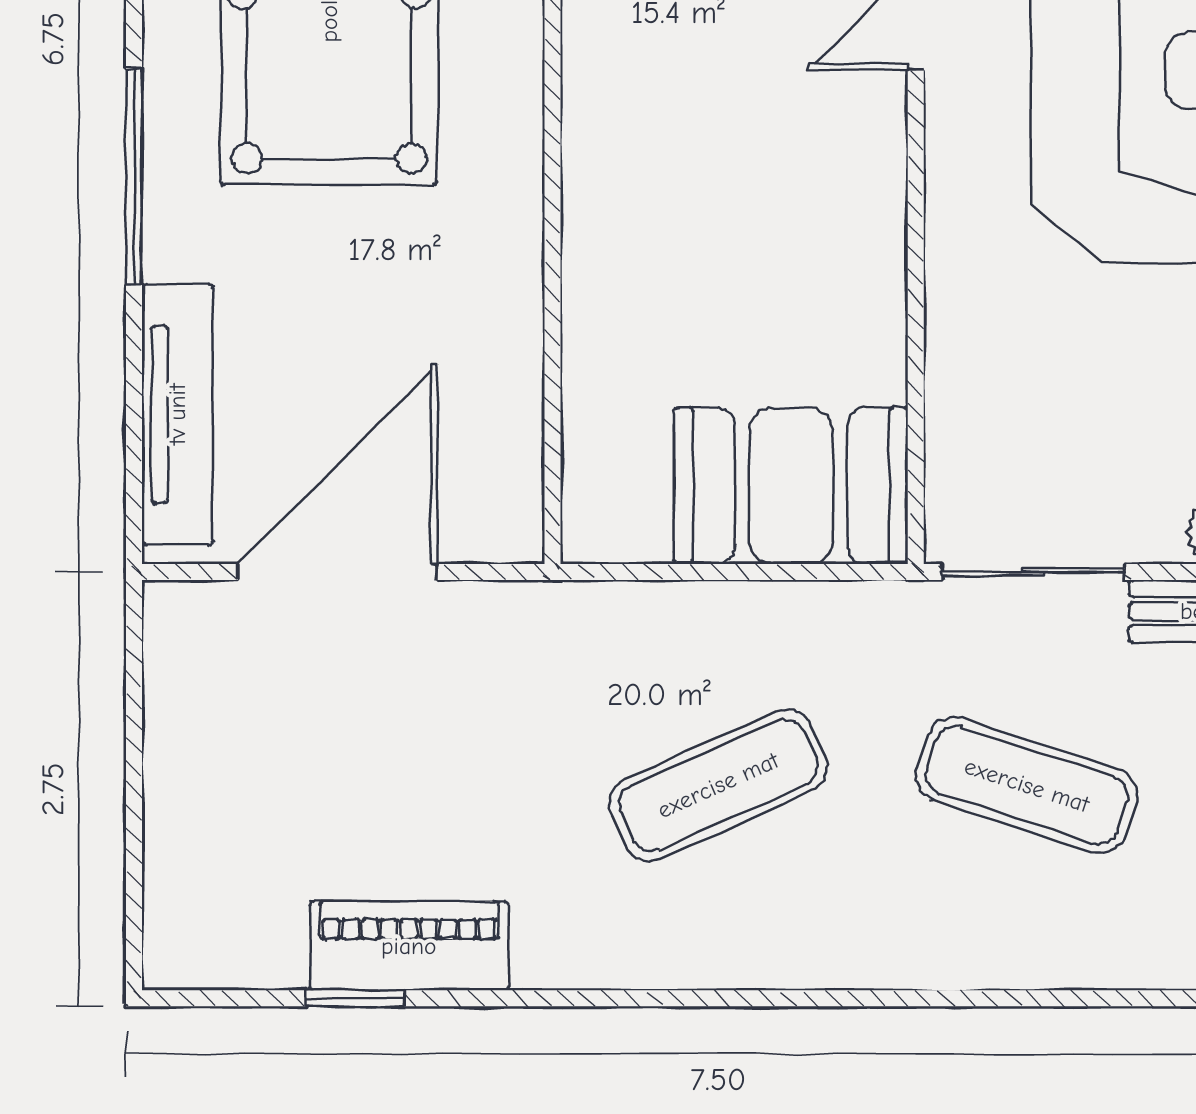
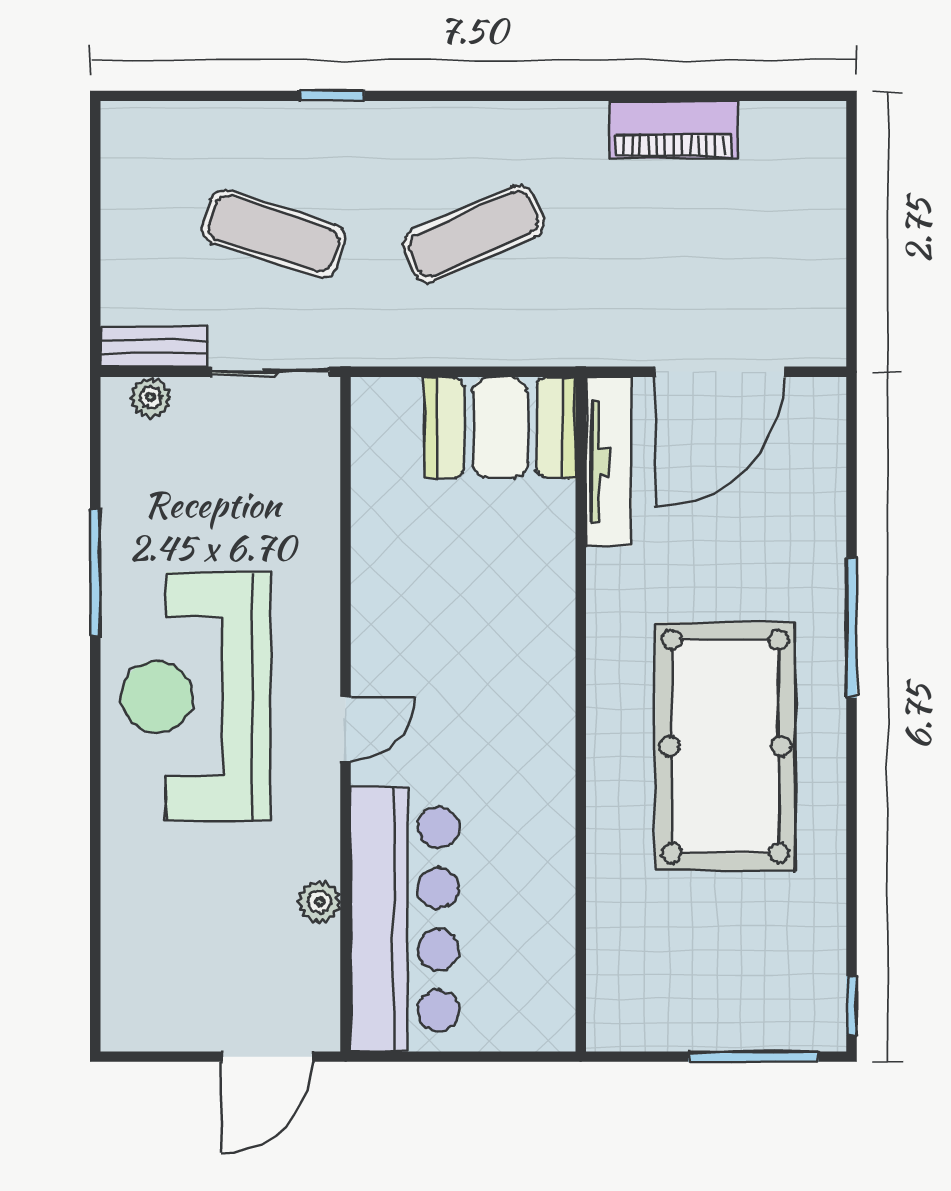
tv unit: (177, 414) -> (609, 461), moved, turned 180
booth: (791, 486) -> (500, 428), moved
window: (355, 998) -> (332, 96), moved

